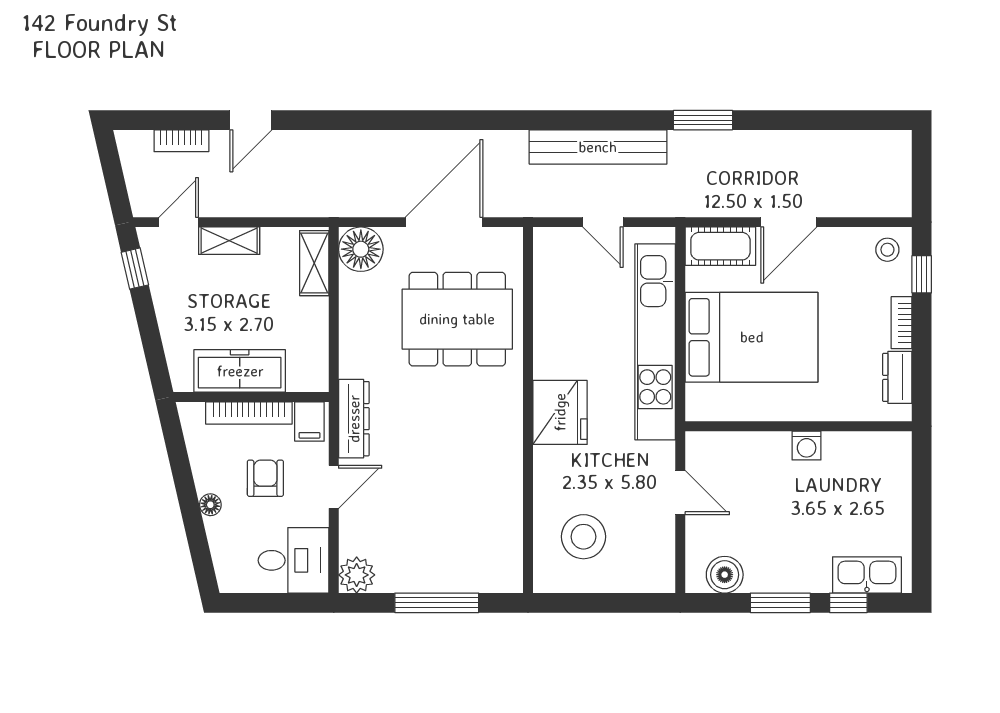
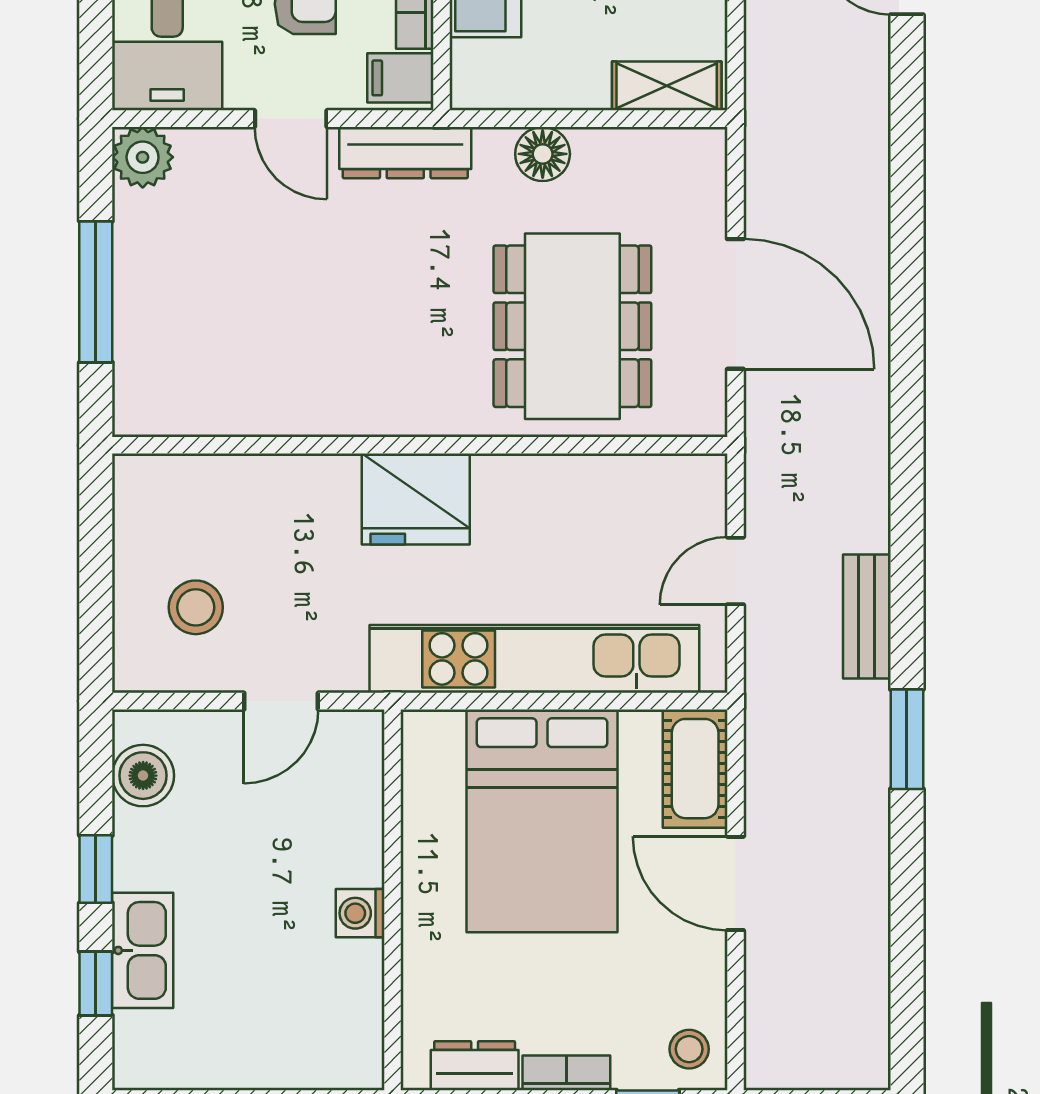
bench: (598, 147) -> (867, 617), width x0.54, depth x0.82
floor lamp: (361, 249) -> (543, 154), moved, width x0.73, depth x0.73
stool: (583, 537) -> (196, 607), moved, width x0.73, depth x0.73
kitchen sink: (867, 575) -> (143, 950), moved
window: (780, 603) -> (96, 869), width x0.67

